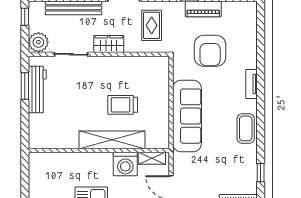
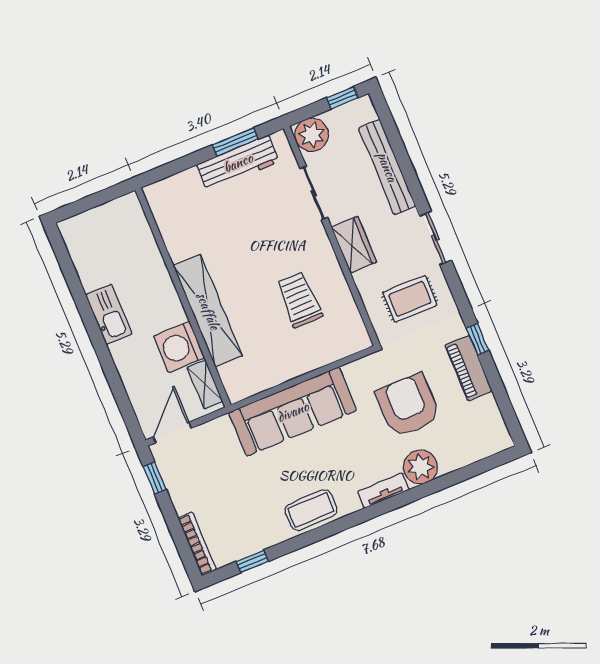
armchair: (210, 51) -> (408, 405), turned 90
plant: (247, 58) -> (420, 467), added
trolley: (123, 105) -> (299, 300), moved

